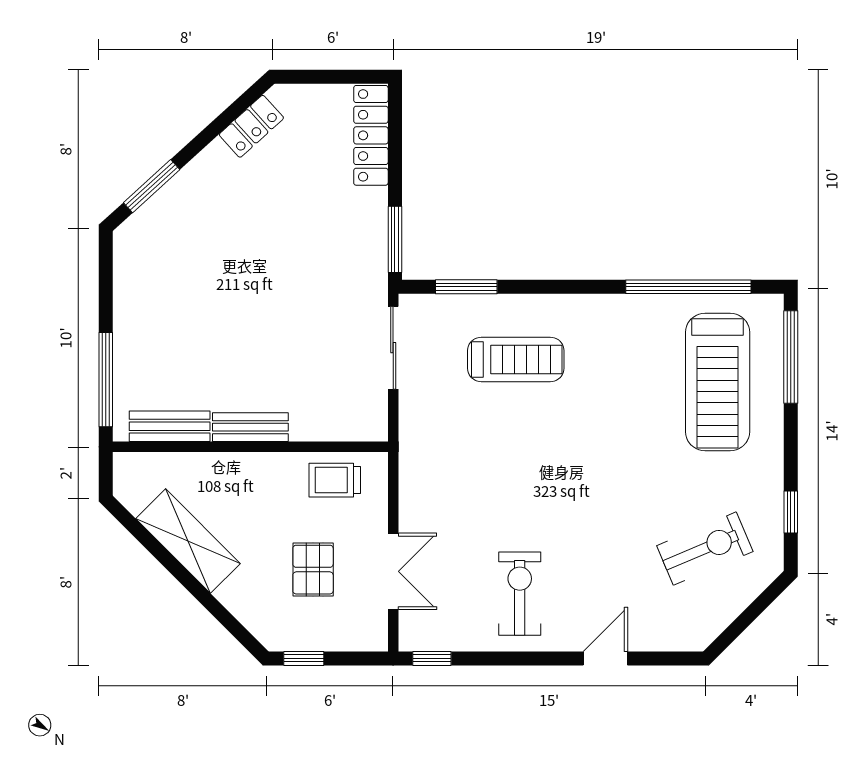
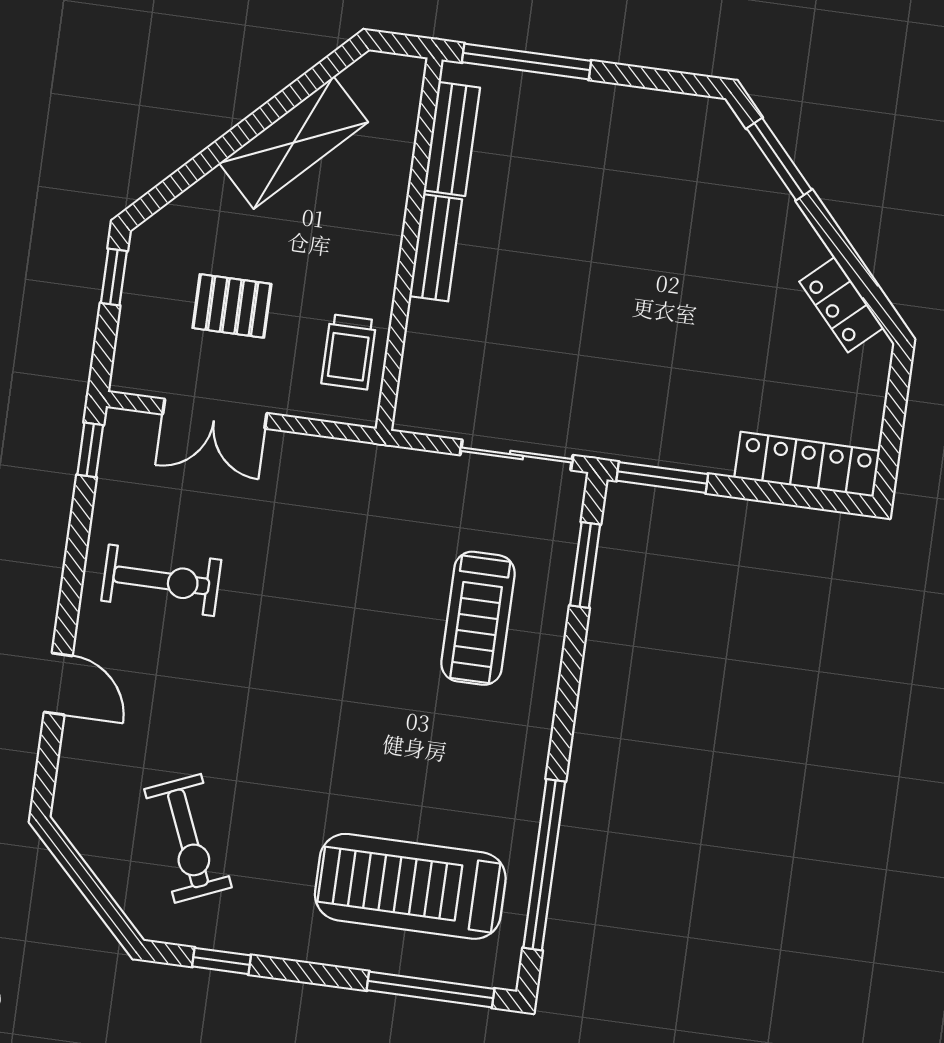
trolley: (335, 480) -> (349, 352), turned 180

